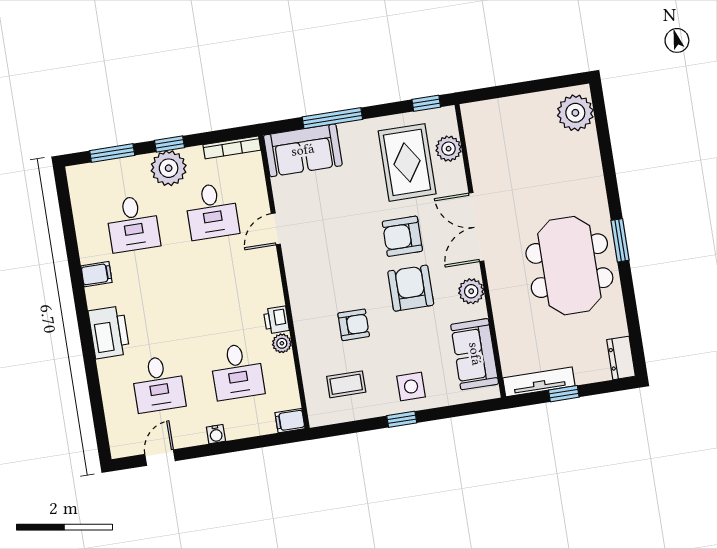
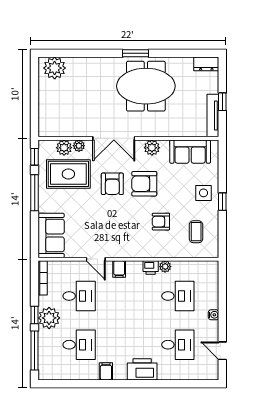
window: (332, 118) -> (35, 193), moved
window: (112, 153) -> (35, 350), width x1.44
plant: (456, 172) -> (79, 146), added
armchair: (354, 325) -> (161, 222), turned -90
filing cabinet: (290, 421) -> (119, 269), moved

